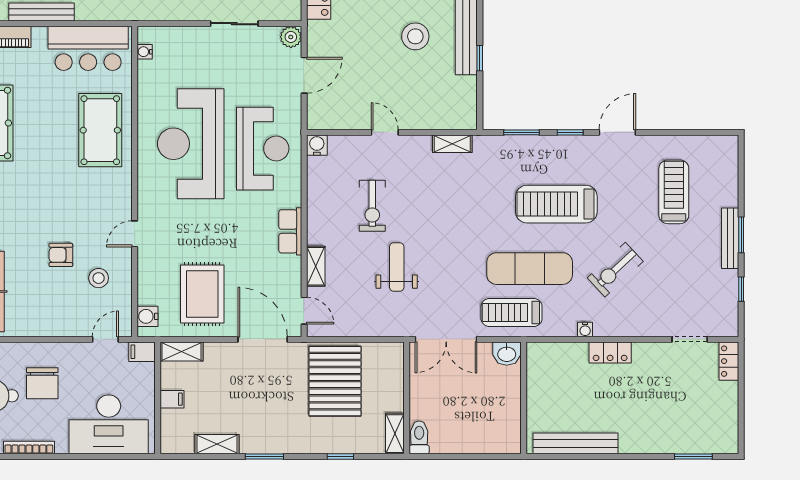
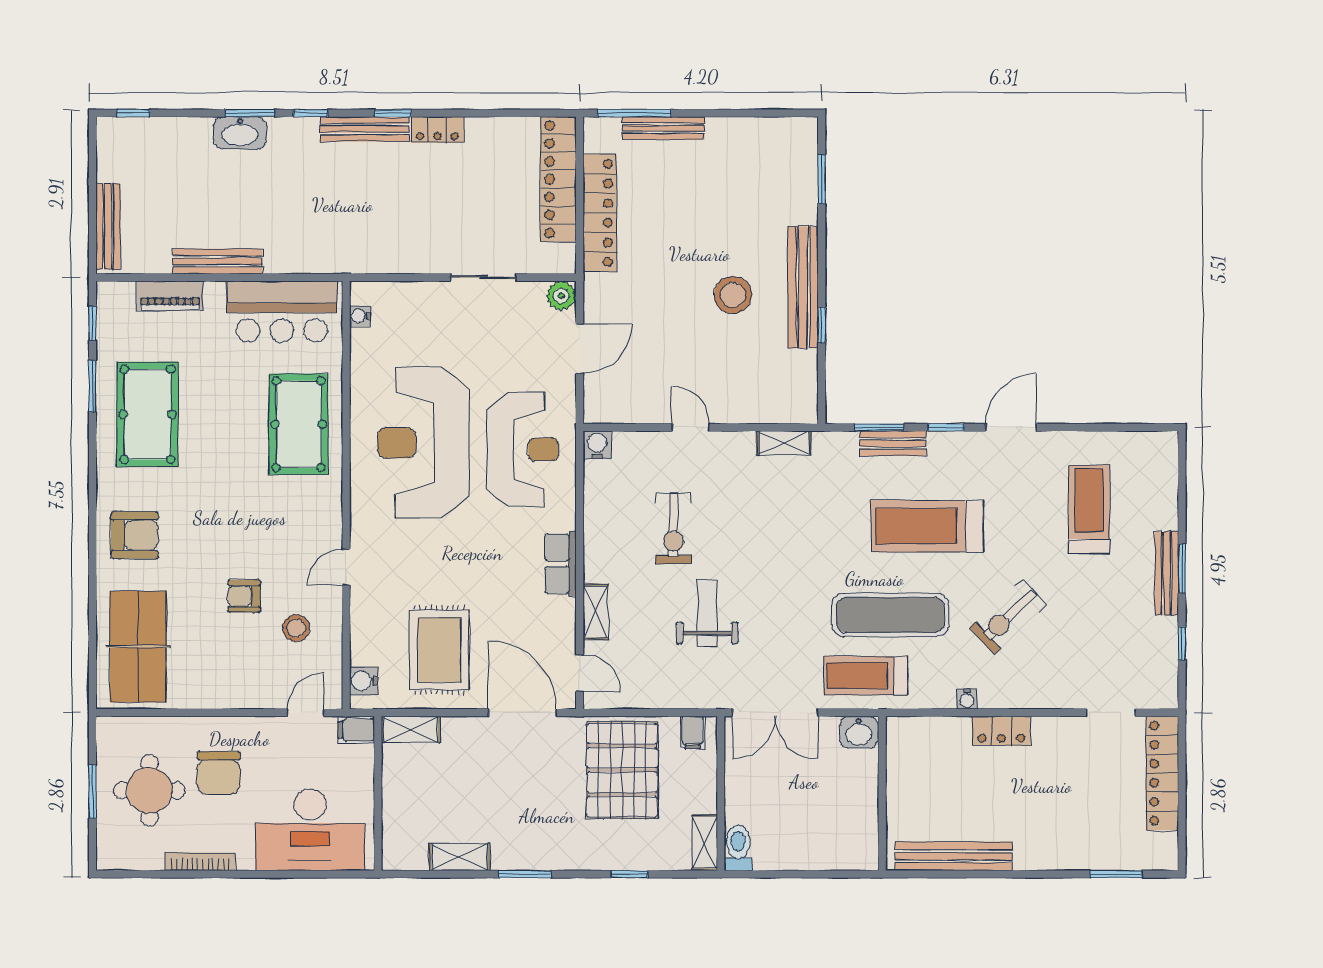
bench: (531, 144) -> (893, 443), added
locker: (729, 361) -> (1162, 773), width x2.16, depth x1.21
filing cabinet: (172, 399) -> (692, 732), moved, turned 90

